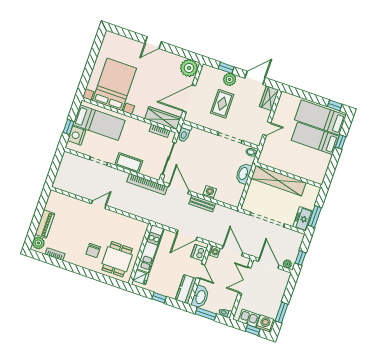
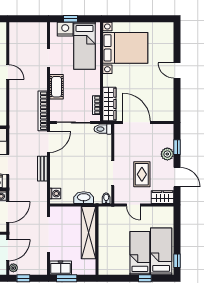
plant: (189, 68) -> (165, 112), removed
rug: (222, 104) -> (142, 174), moved, turned 90
washing machine: (210, 192) -> (55, 194), moved

